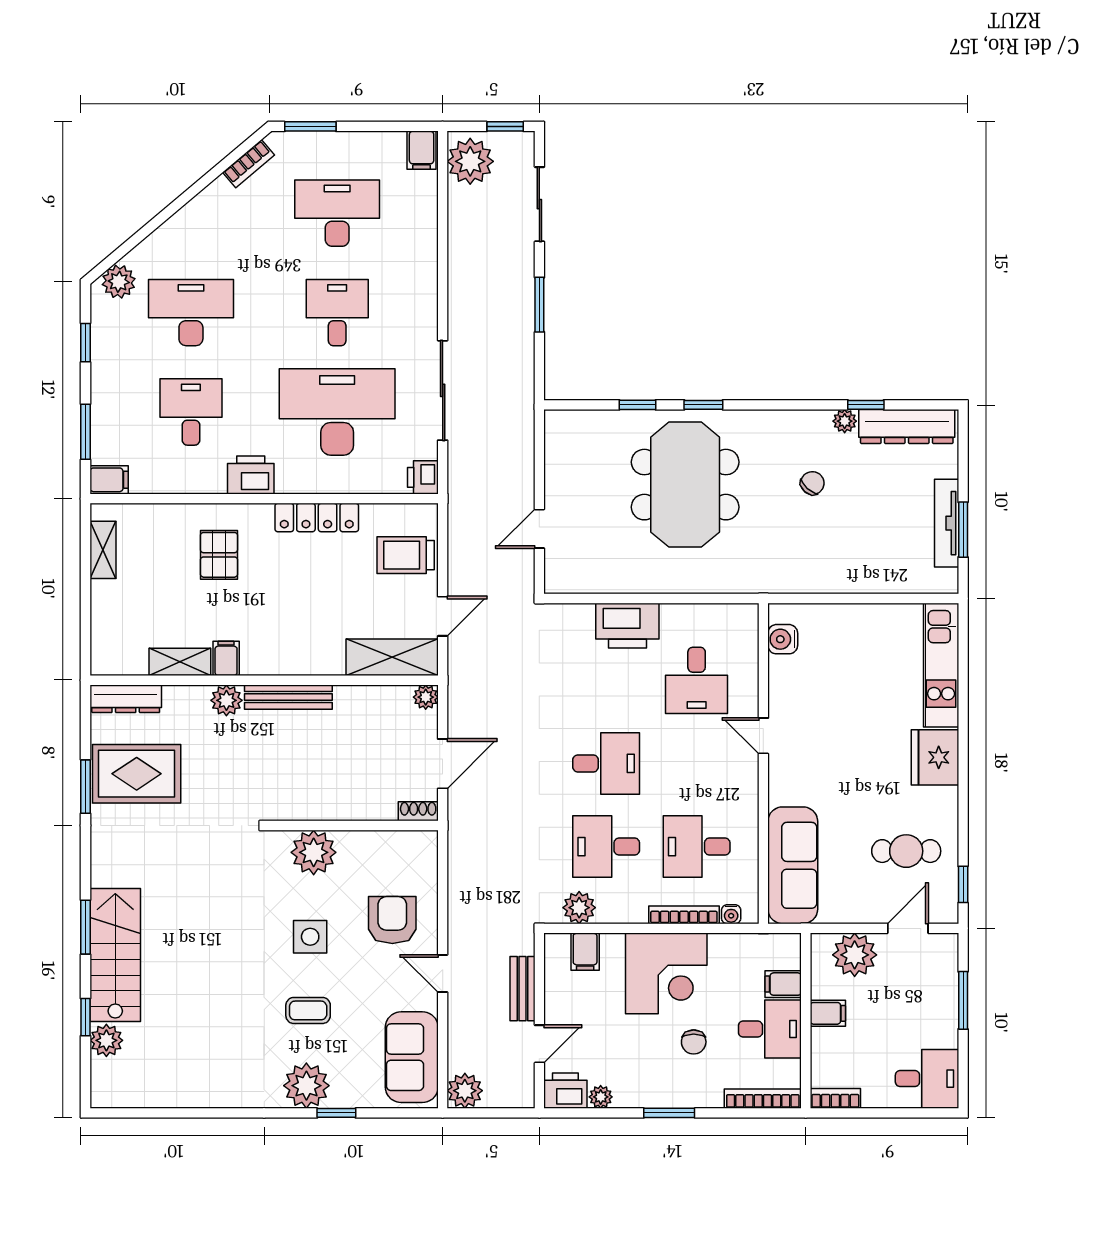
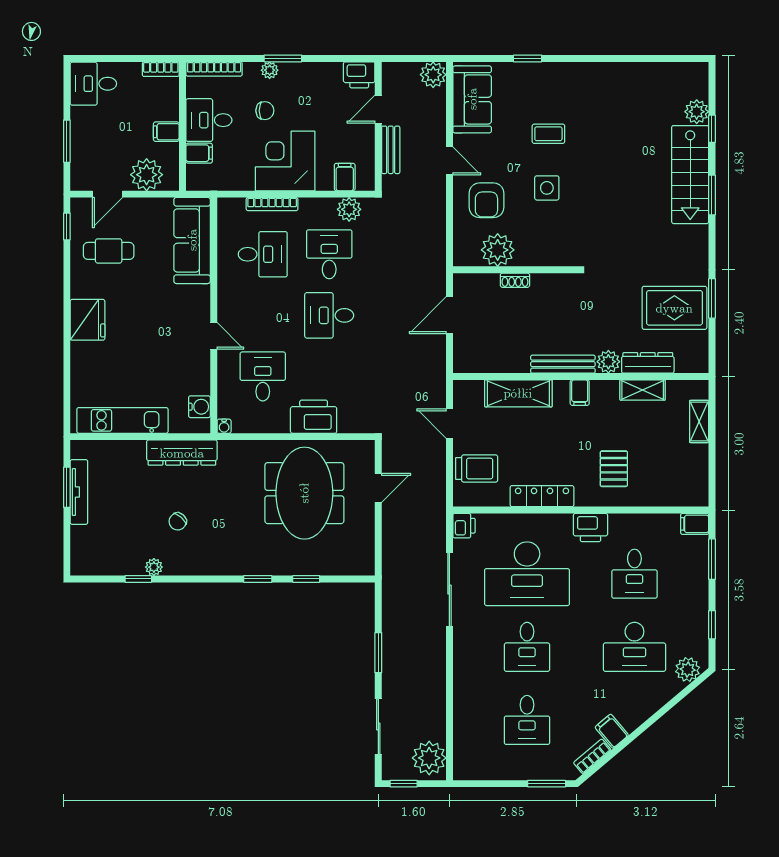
filing cabinet: (422, 150) -> (612, 731), moved, turned -40
desk: (337, 213) -> (527, 720), width x0.73
dresser: (907, 426) -> (182, 453), moved, turned 180
meeting table: (685, 485) -> (304, 493), moved
shelving: (103, 550) -> (699, 421), moved
door: (443, 616) -> (449, 424), hinge flipped
shelving: (392, 657) -> (518, 393), moved
filing cabinet: (226, 658) -> (580, 393), moved
kitchen unit: (941, 665) -> (122, 420), moved, turned -90
plant: (426, 697) -> (462, 364), removed
dresser: (126, 699) -> (648, 363), moved
shoe rack: (418, 811) -> (515, 280), moved
desk: (606, 847) -> (329, 254), turned -90
plant: (314, 852) -> (498, 250), moved
water cooler: (731, 914) -> (224, 426), moved, turned 180
chair: (694, 1042) -> (265, 111), turned 90
plant: (306, 1086) -> (550, 78), removed
plant: (601, 1097) -> (270, 70), moved

